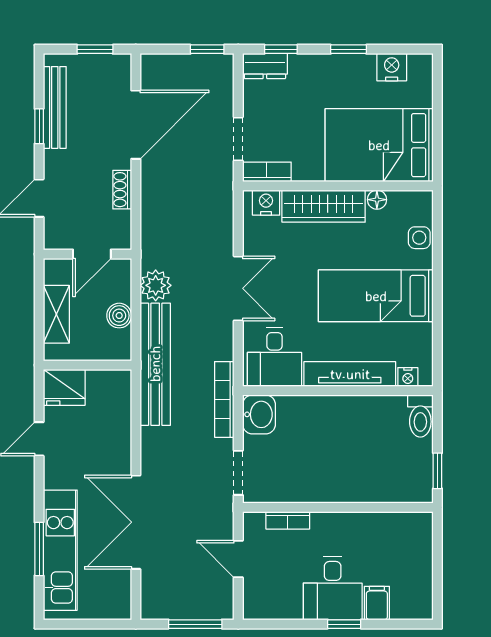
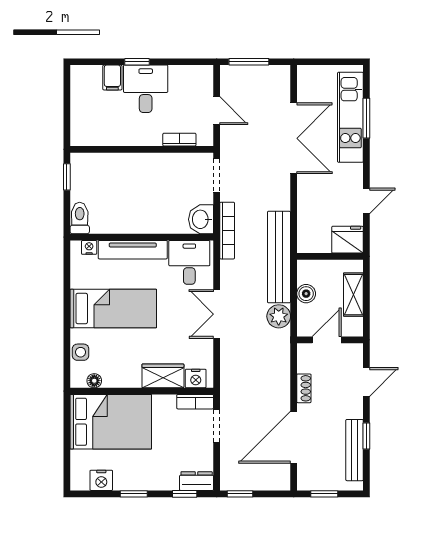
floor lamp: (377, 200) -> (94, 381), moved
wardrobe: (324, 206) -> (163, 376), width x0.67

